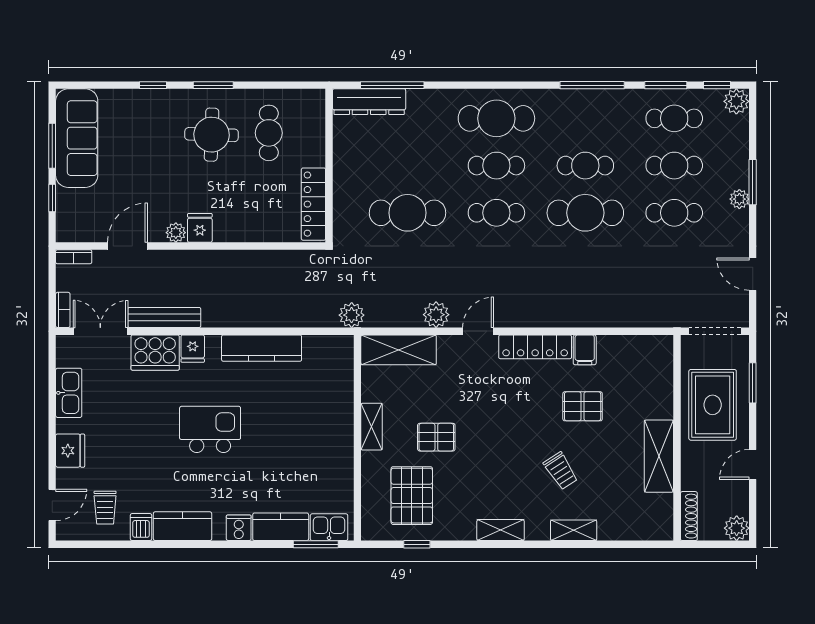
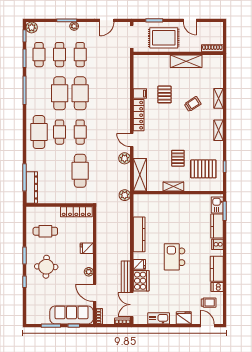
round table: (212, 135) -> (46, 267), moved
sofa: (77, 138) -> (72, 315), moved
cafe table: (585, 166) -> (60, 93), width x1.37, depth x1.35
fridge: (200, 228) -> (87, 248), moved
plant: (737, 528) -> (218, 27), removed

